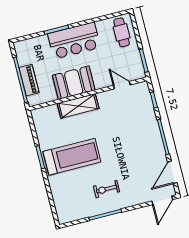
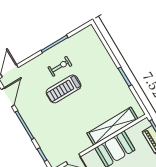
shelving: (78, 106) -> (112, 126), width x1.47
treadmill: (72, 157) -> (64, 89), moved, width x0.73, depth x0.73

